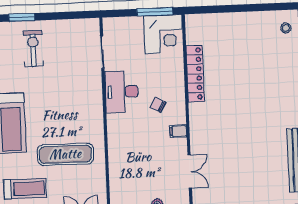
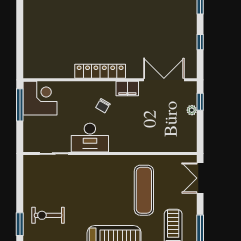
locker: (195, 74) -> (100, 71), moved
filing cabinet: (178, 131) -> (127, 89), width x2.00
double door: (190, 171) -> (164, 80), width x1.37

